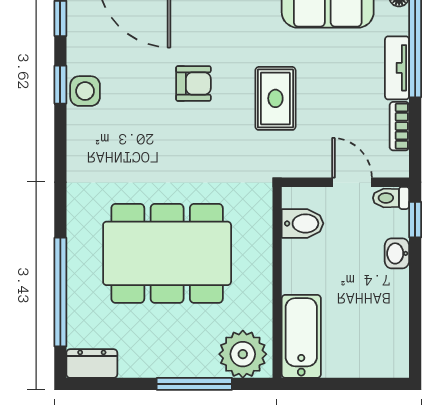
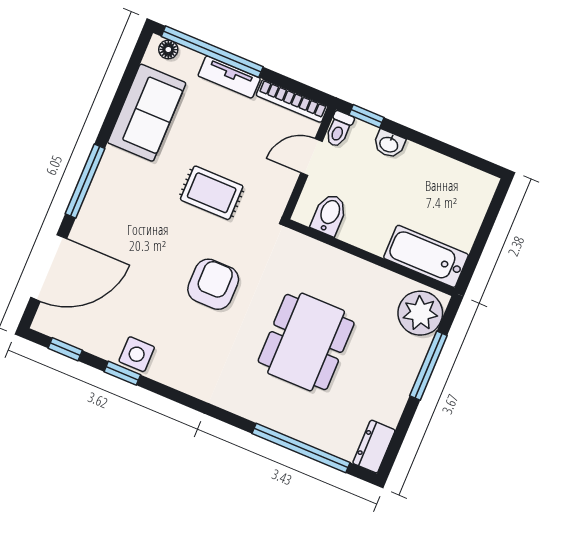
armchair: (193, 84) -> (213, 284), moved, width x1.38, depth x1.38
bookcase: (399, 126) -> (292, 101), width x1.56
dining table: (167, 253) -> (306, 342), width x0.73, depth x0.80

